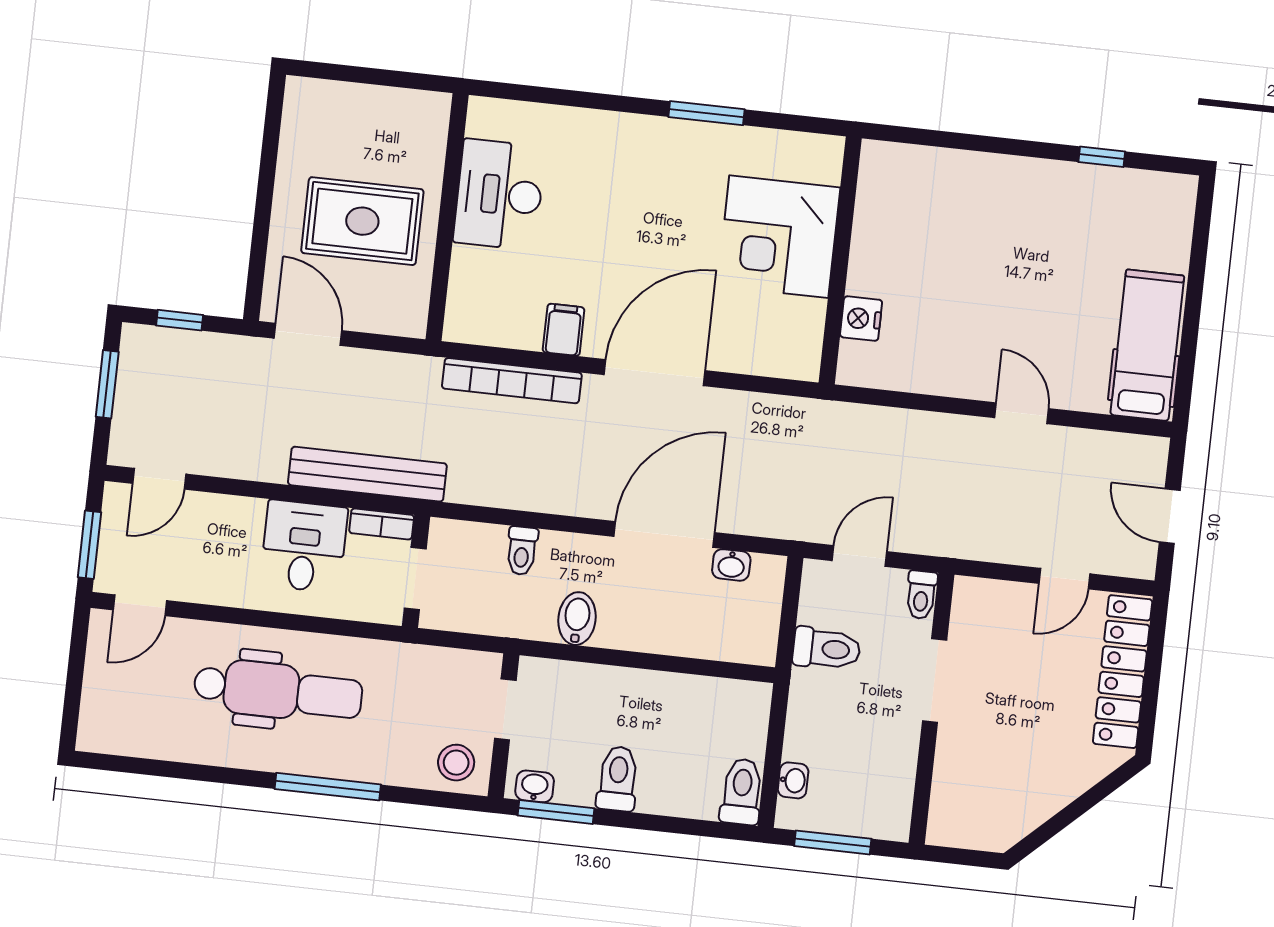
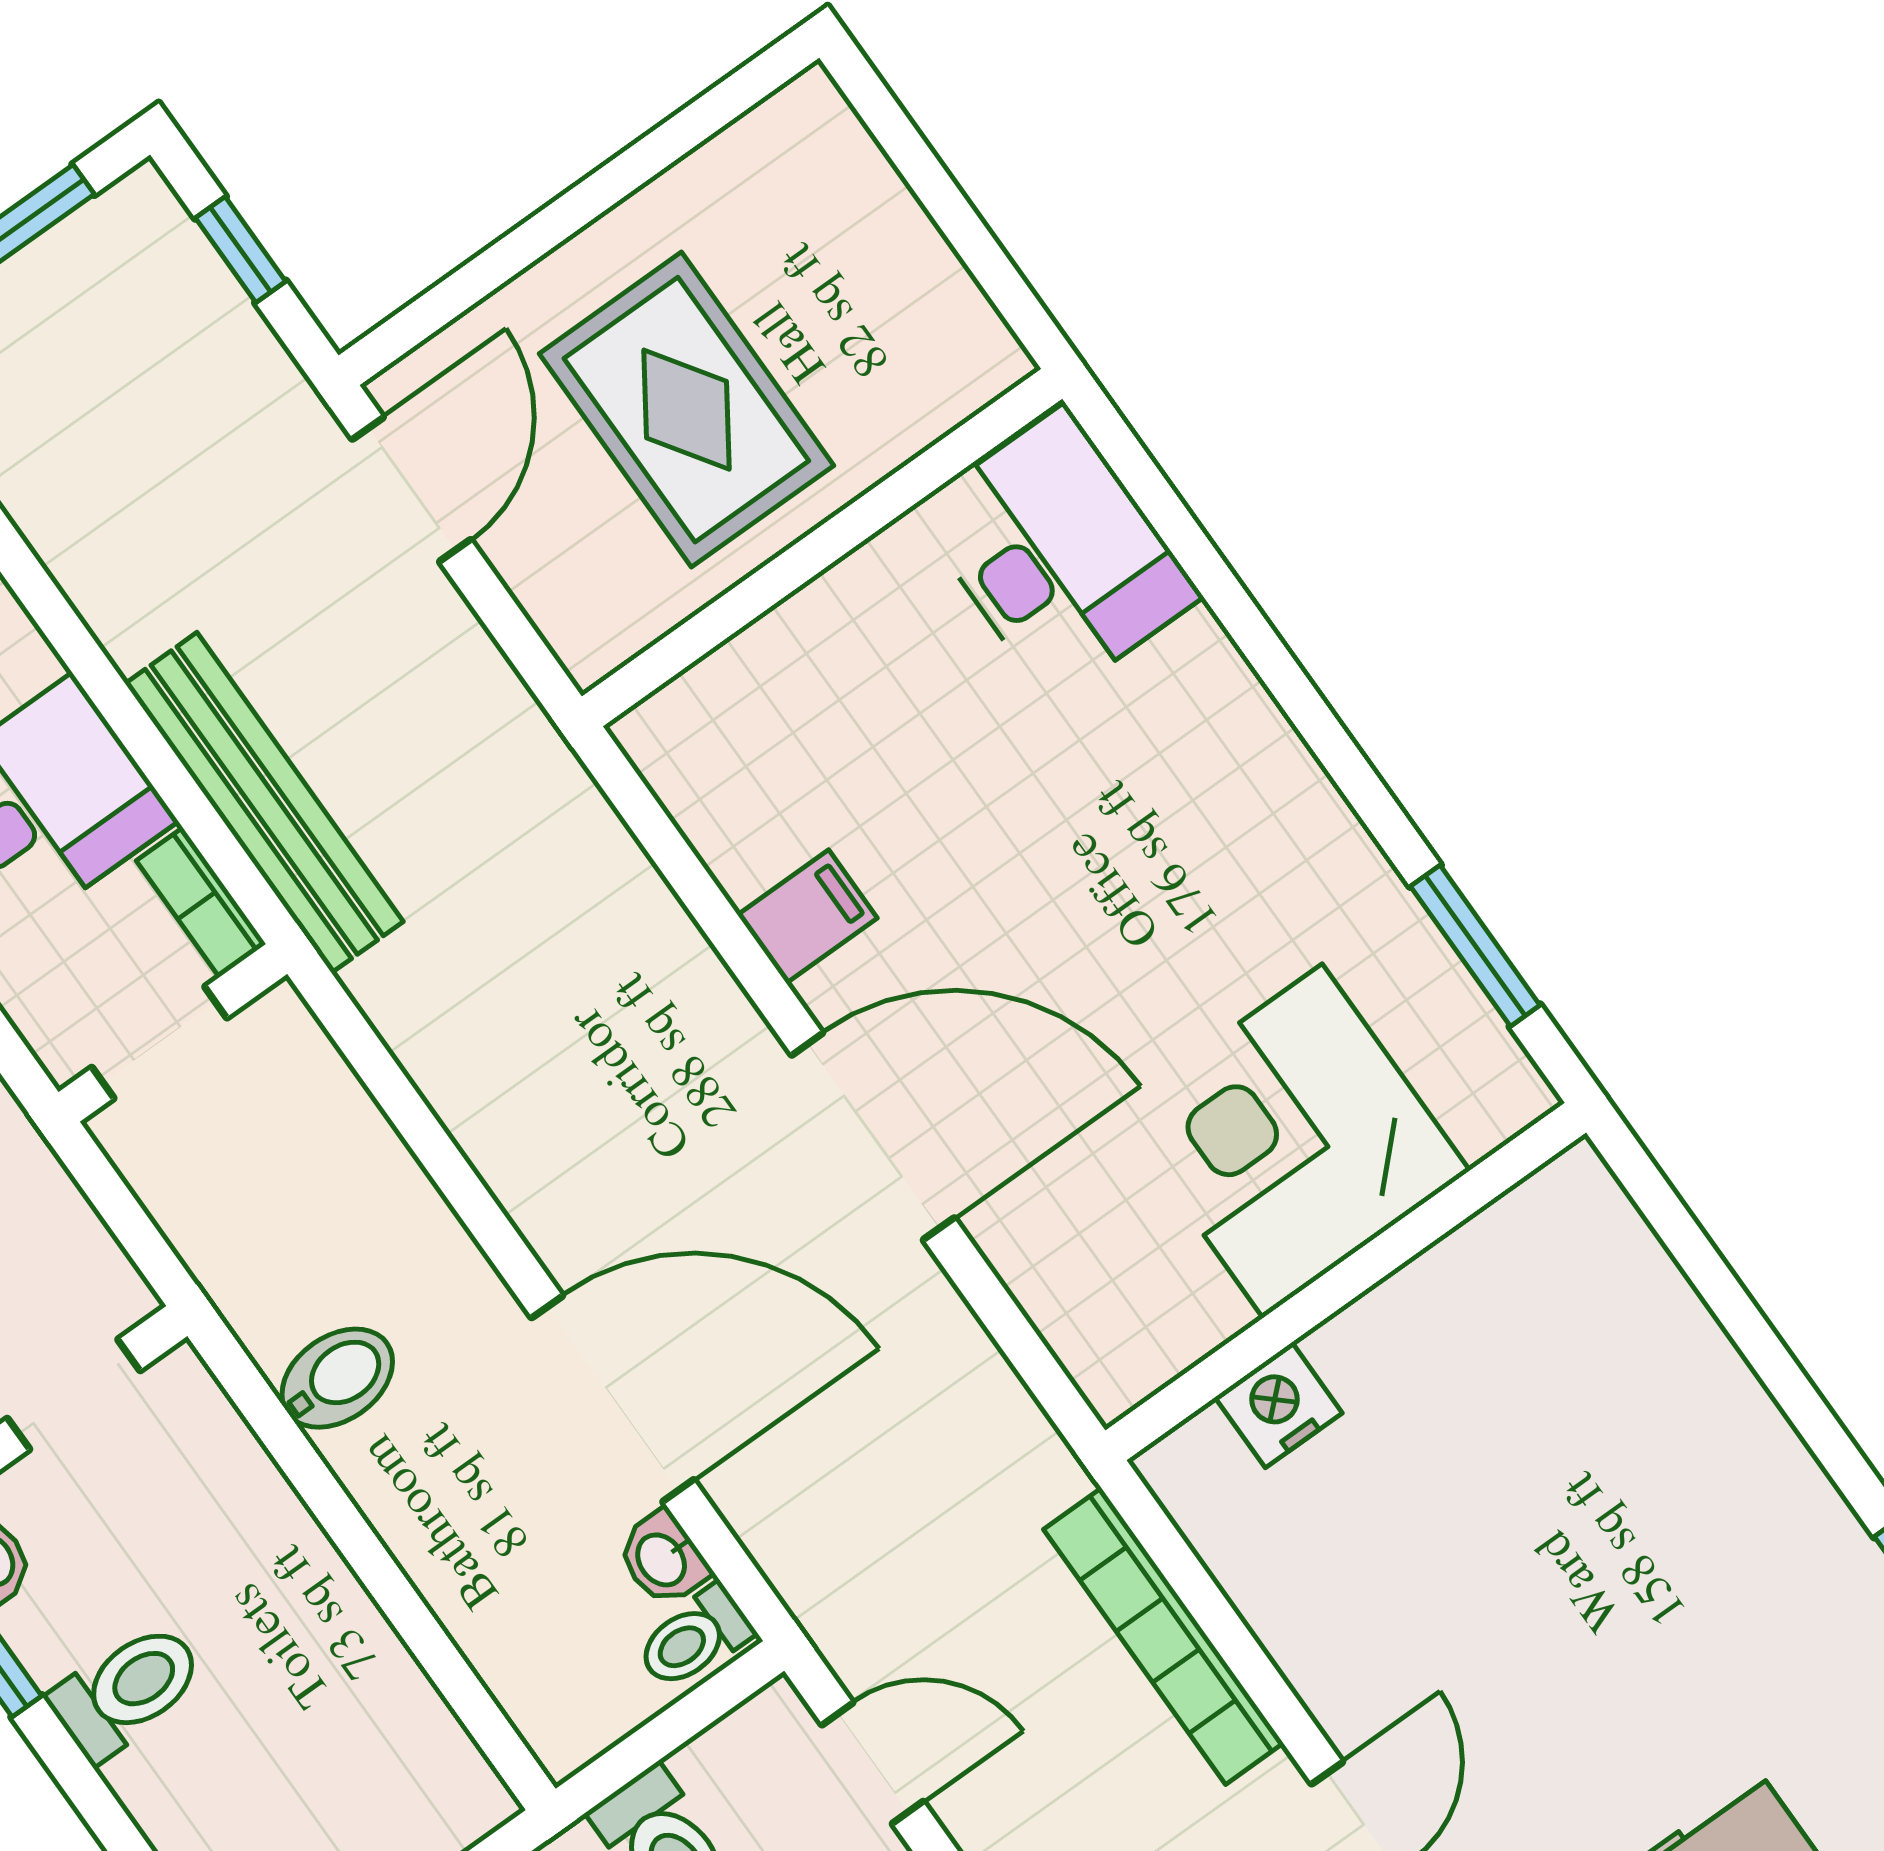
window: (706, 113) -> (1475, 946), moved
desk: (499, 195) -> (1058, 554), moved, turned 90
bookcase: (512, 381) -> (1163, 1636), moved
toilet: (522, 551) -> (694, 1638), moved

